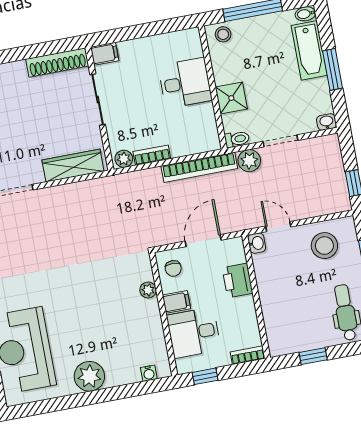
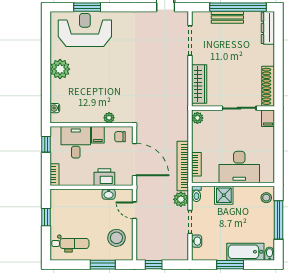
desk: (185, 83) -> (239, 167), width x1.37
washbasin: (327, 122) -> (197, 241), moved
bookcase: (152, 155) -> (196, 164), moved
door: (278, 227) -> (134, 210), swing flipped
door: (203, 241) -> (134, 160), width x1.36
washbasin: (257, 243) -> (109, 194), moved

